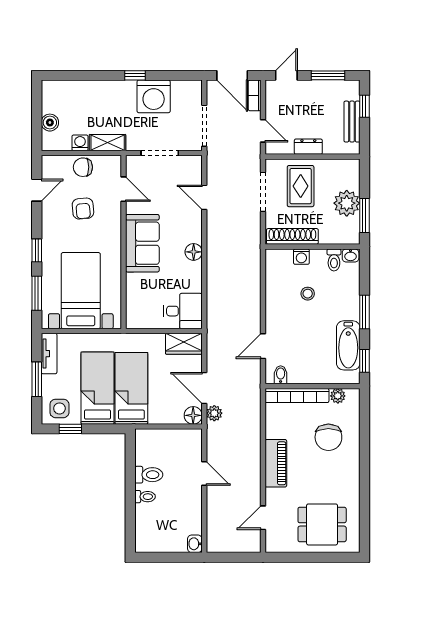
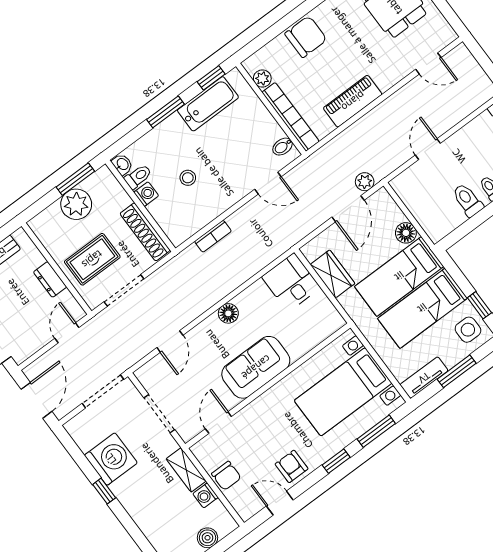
bookcase: (255, 95) -> (213, 236), moved
armchair: (83, 209) -> (292, 466), moved, turned -85
washing machine: (301, 257) -> (146, 194), moved
wardrobe: (184, 344) -> (332, 274), moved
floor lamp: (193, 415) -> (406, 233), moved
chair: (328, 437) -> (306, 37), moved
piano: (276, 463) -> (353, 101), moved

